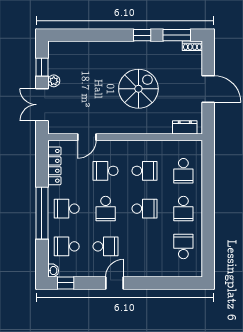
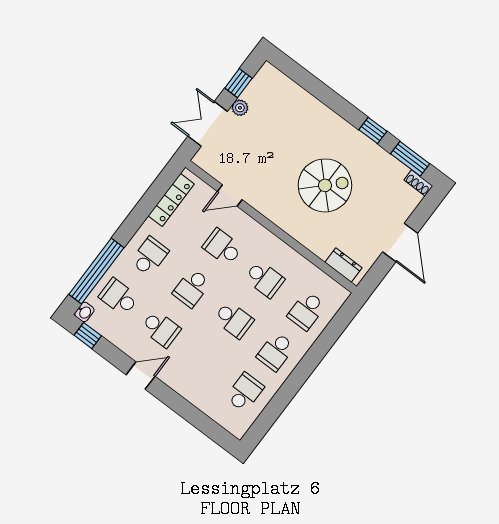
school desk: (67, 209) -> (150, 256), turned 90
window: (42, 213) -> (96, 271), moved

